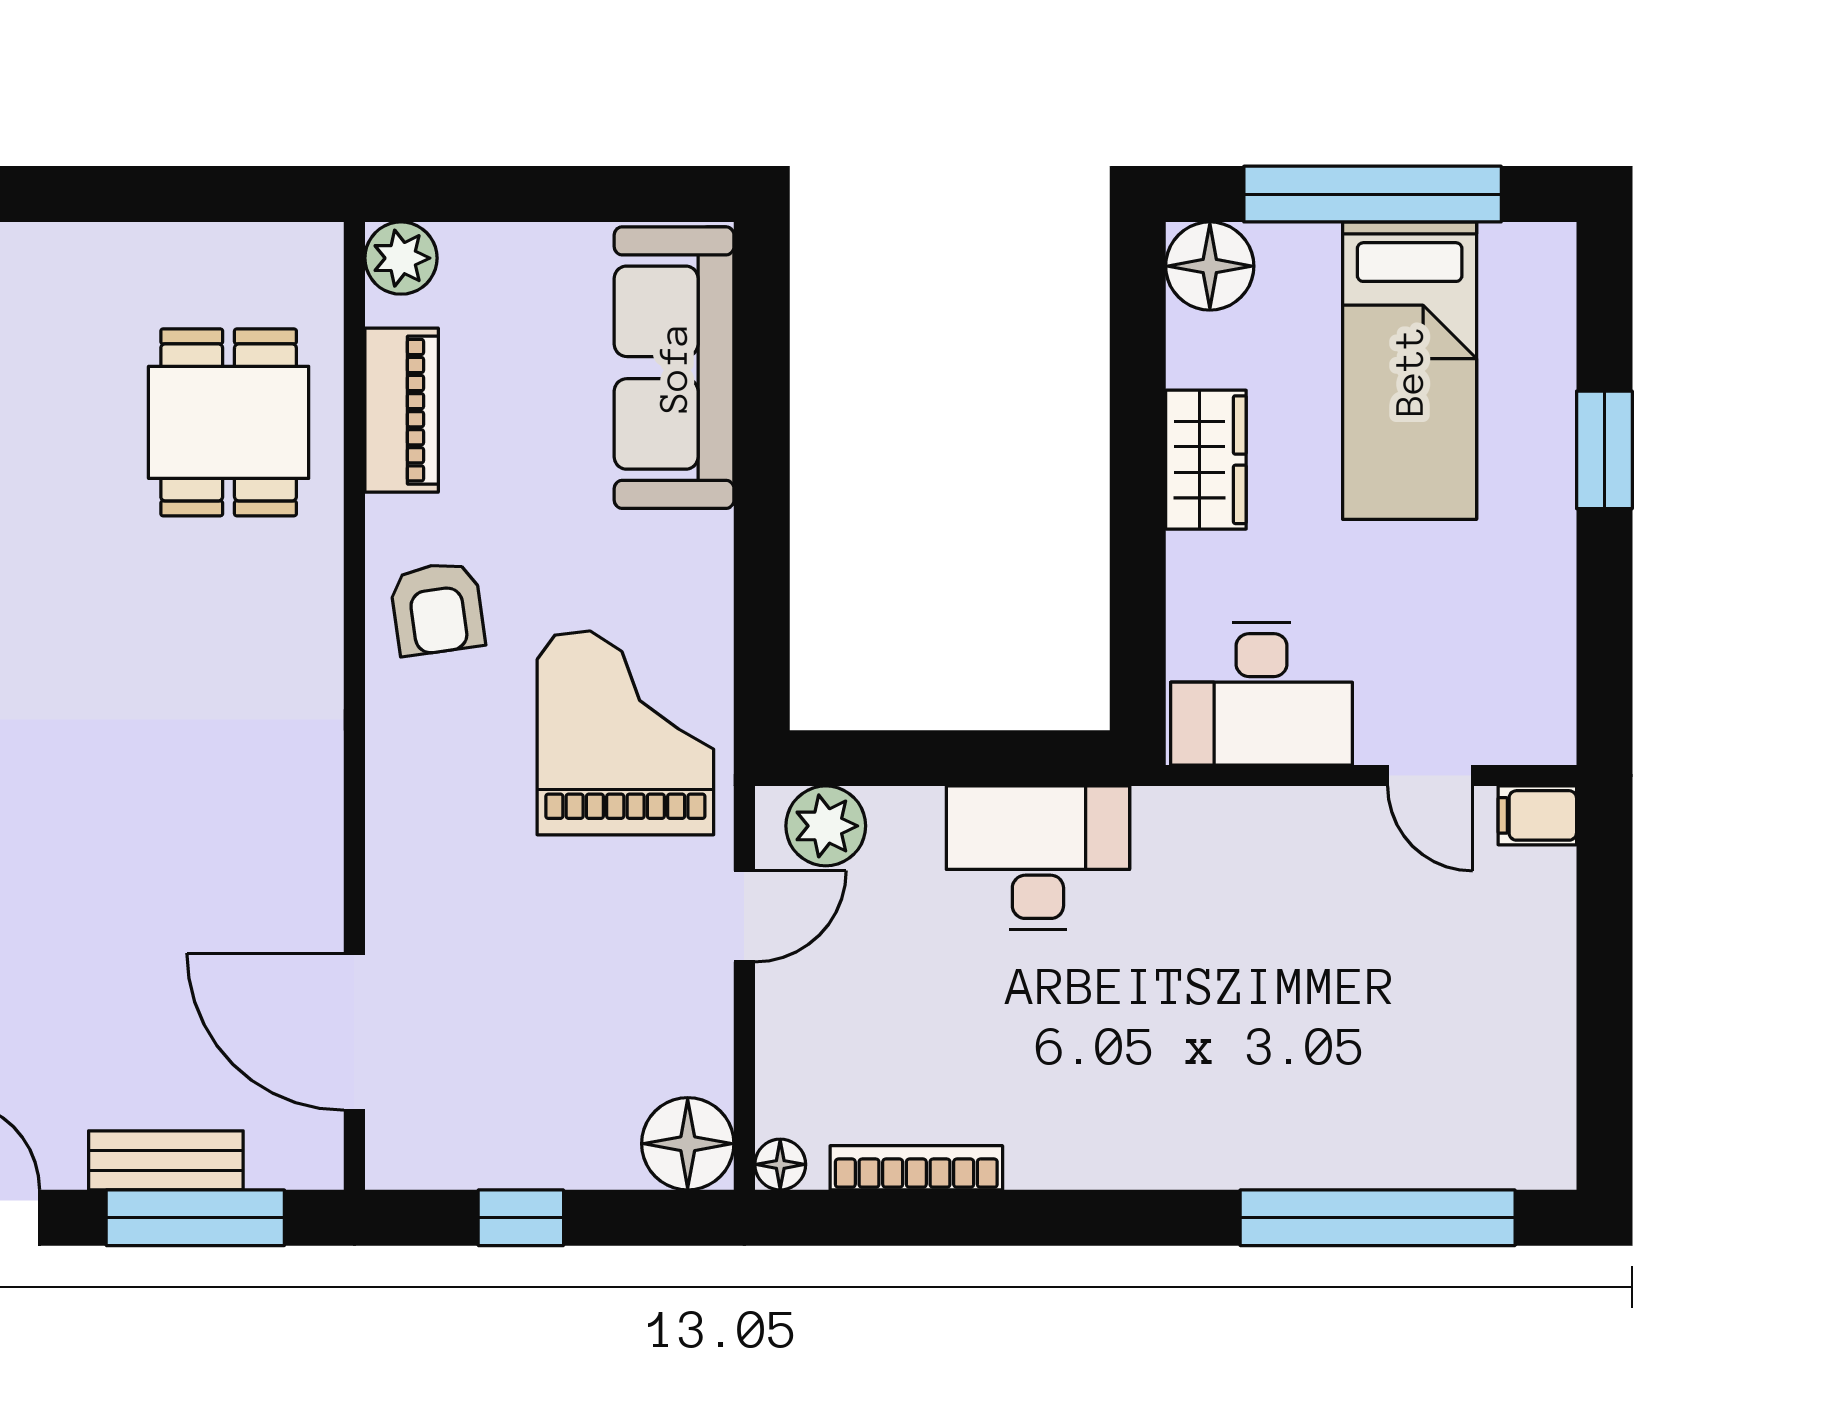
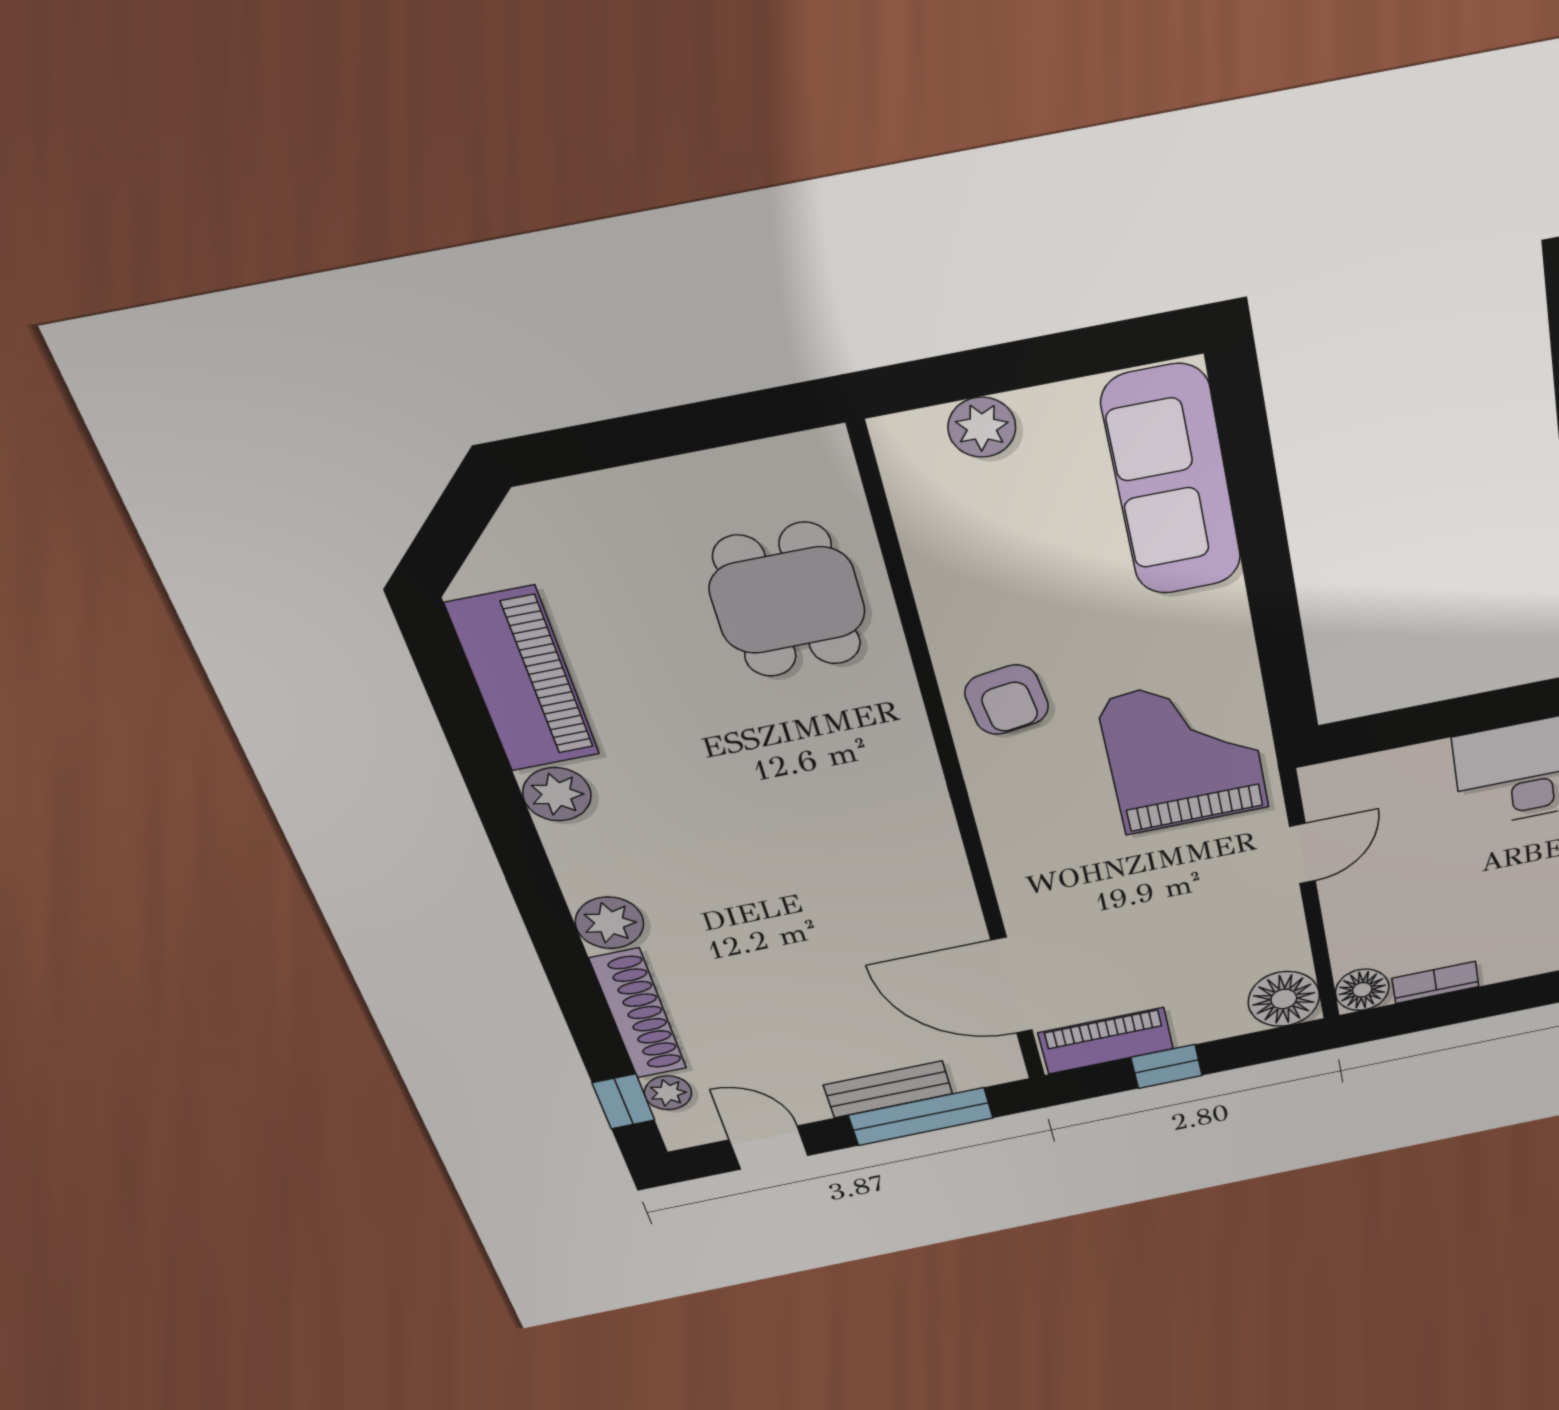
plant: (401, 258) -> (982, 427), moved
piano: (402, 410) -> (1106, 1041), moved, turned -90
plant: (826, 826) -> (1358, 783), removed
floor lamp: (780, 1164) -> (1362, 990), width x1.37, depth x1.37
bookcase: (916, 1168) -> (1435, 982), width x0.64

